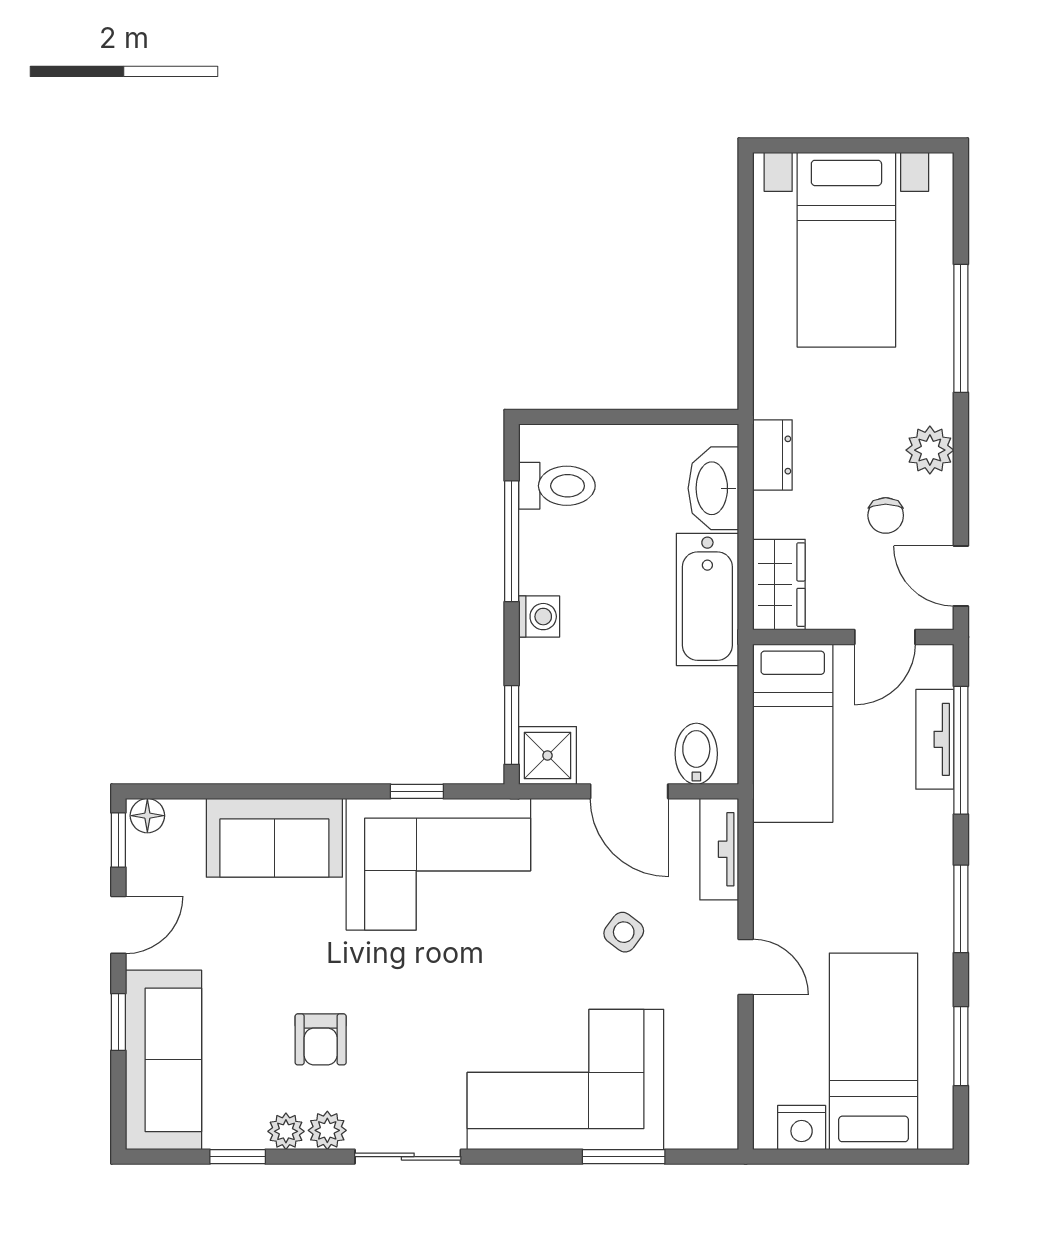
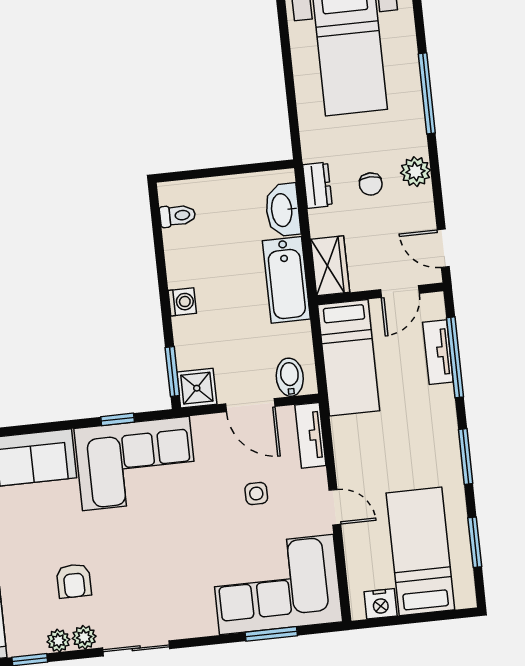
toilet: (557, 486) -> (178, 216), width x0.73, depth x0.72
chair: (886, 515) -> (371, 184), moved
window: (512, 541) -> (160, 257), removed
side table: (624, 932) -> (256, 494), turned -37
corner sofa: (565, 1079) -> (276, 585), moved

